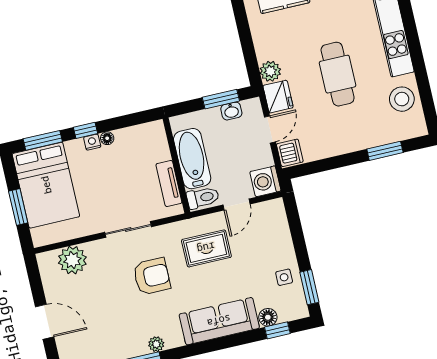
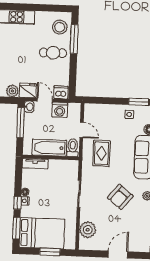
cafe table: (338, 74) -> (53, 53), moved, width x0.73, depth x0.74
window: (221, 99) -> (21, 123), width x1.44
stool: (402, 99) -> (60, 27), moved
washbasin: (231, 111) -> (29, 107), moved
window: (385, 151) -> (74, 39), width x1.44
washing machine: (265, 181) -> (60, 110), moved
tv unit: (169, 184) -> (35, 163), moved
armchair: (152, 276) -> (120, 197), moved, turned -141

